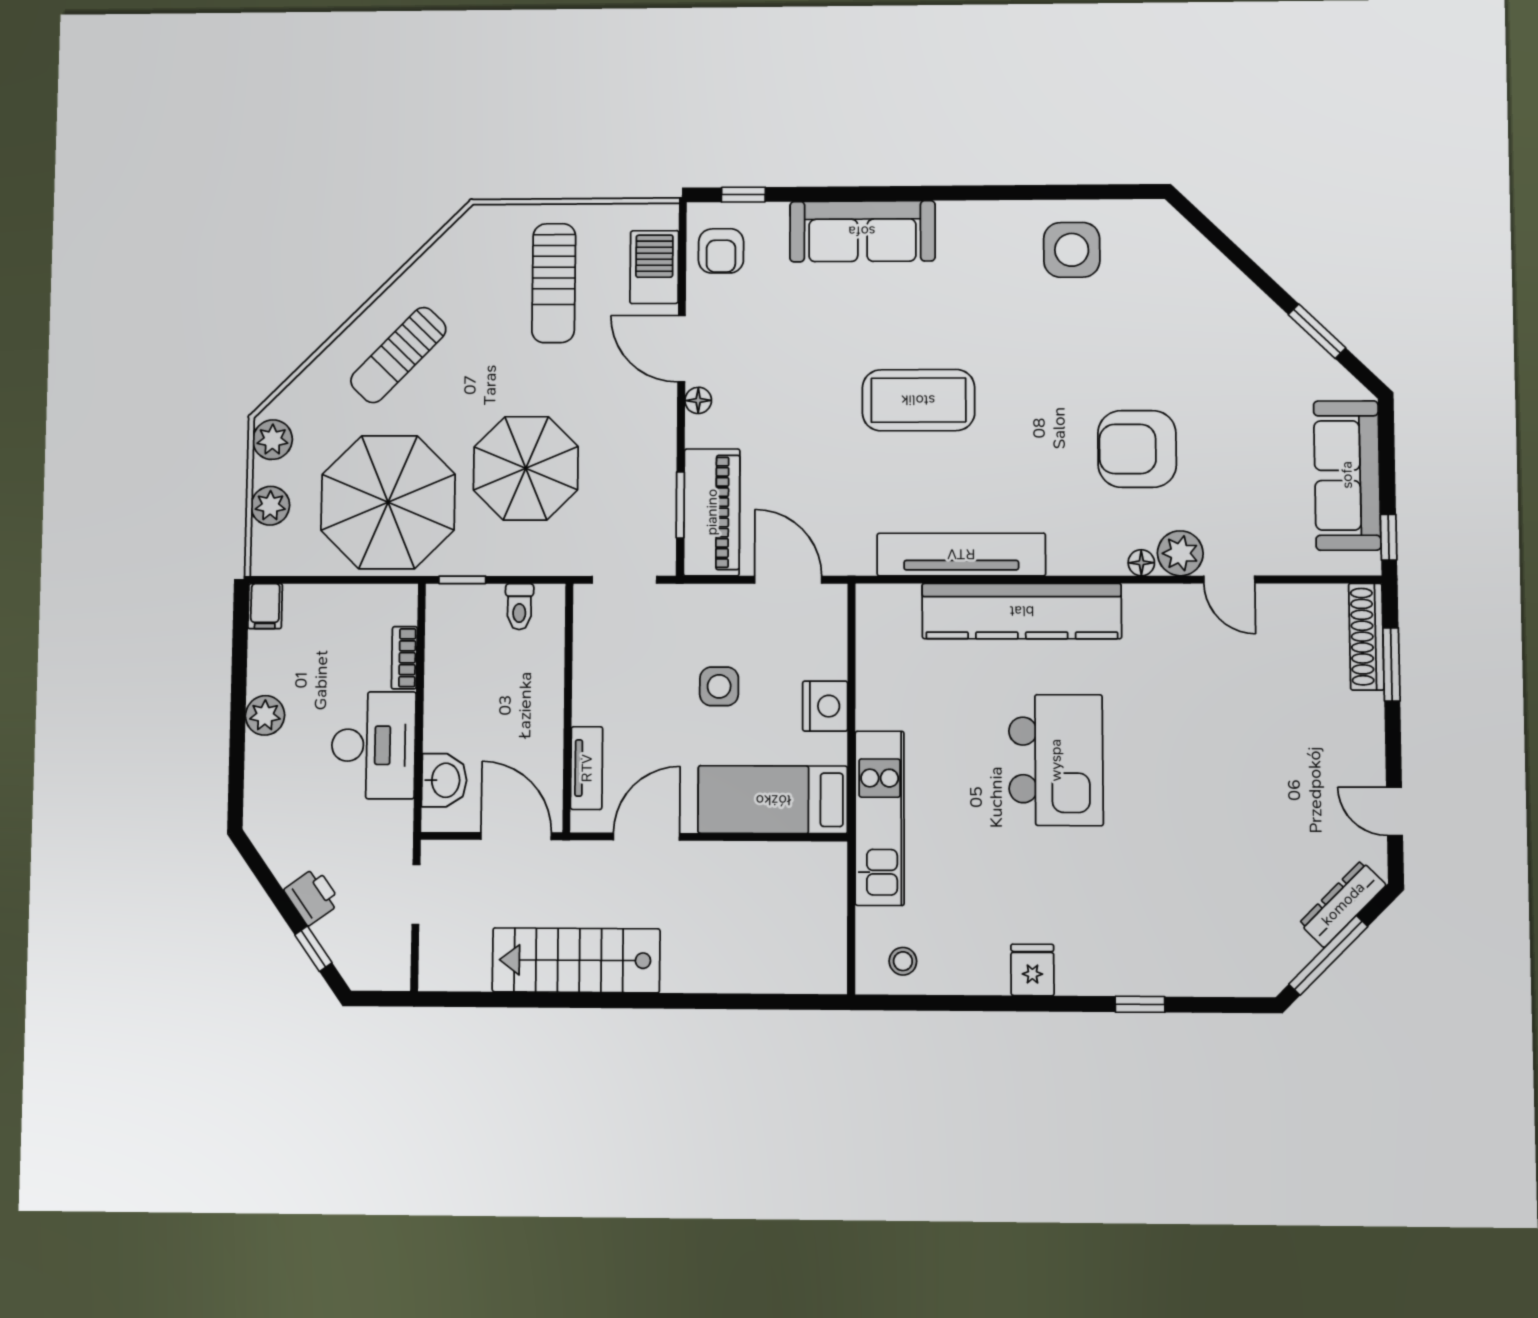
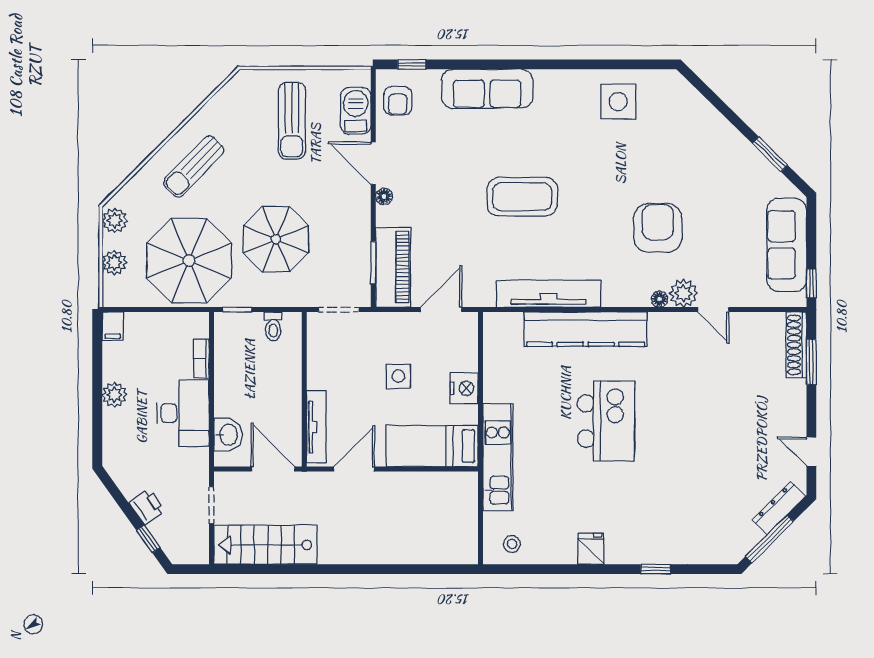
armchair: (1137, 449) -> (658, 228), turned 90
door: (788, 580) -> (441, 310), hinge flipped
tv unit: (587, 768) -> (316, 427), width x1.41
stairs: (576, 960) -> (265, 545), moved

